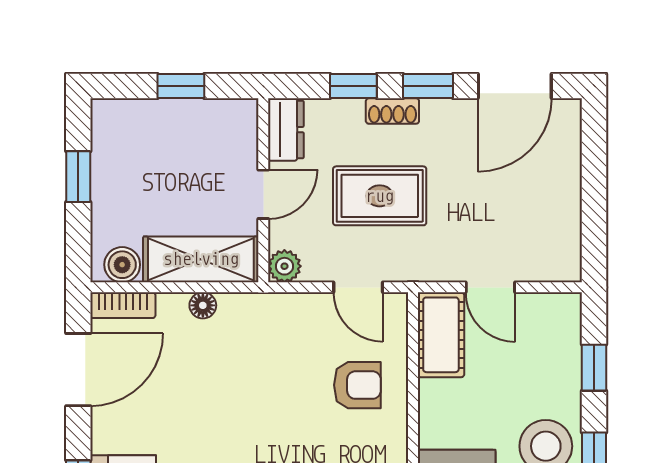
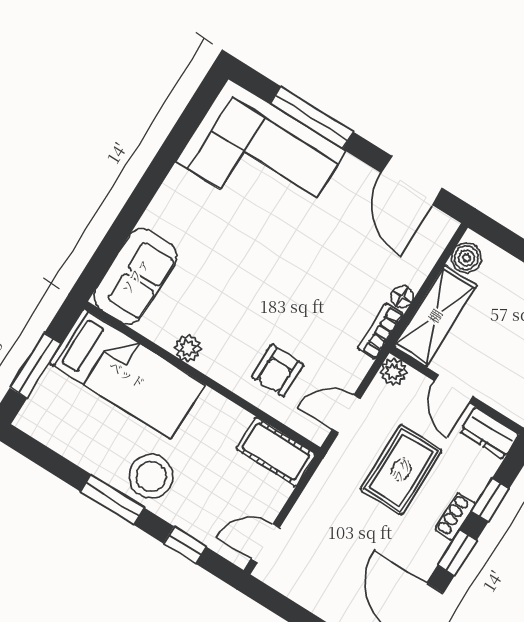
door: (490, 287) -> (265, 543), moved
bookcase: (123, 305) -> (381, 331), moved

